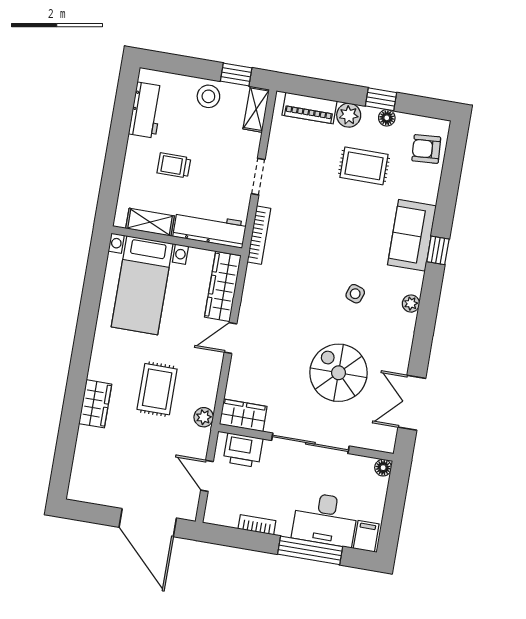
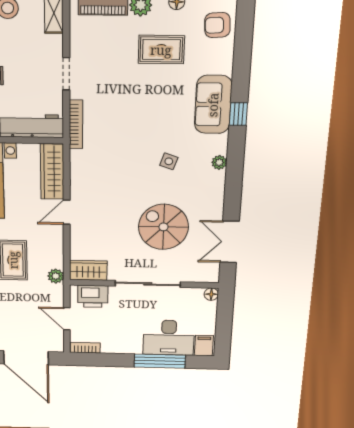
bookcase: (257, 525) -> (85, 348), moved

